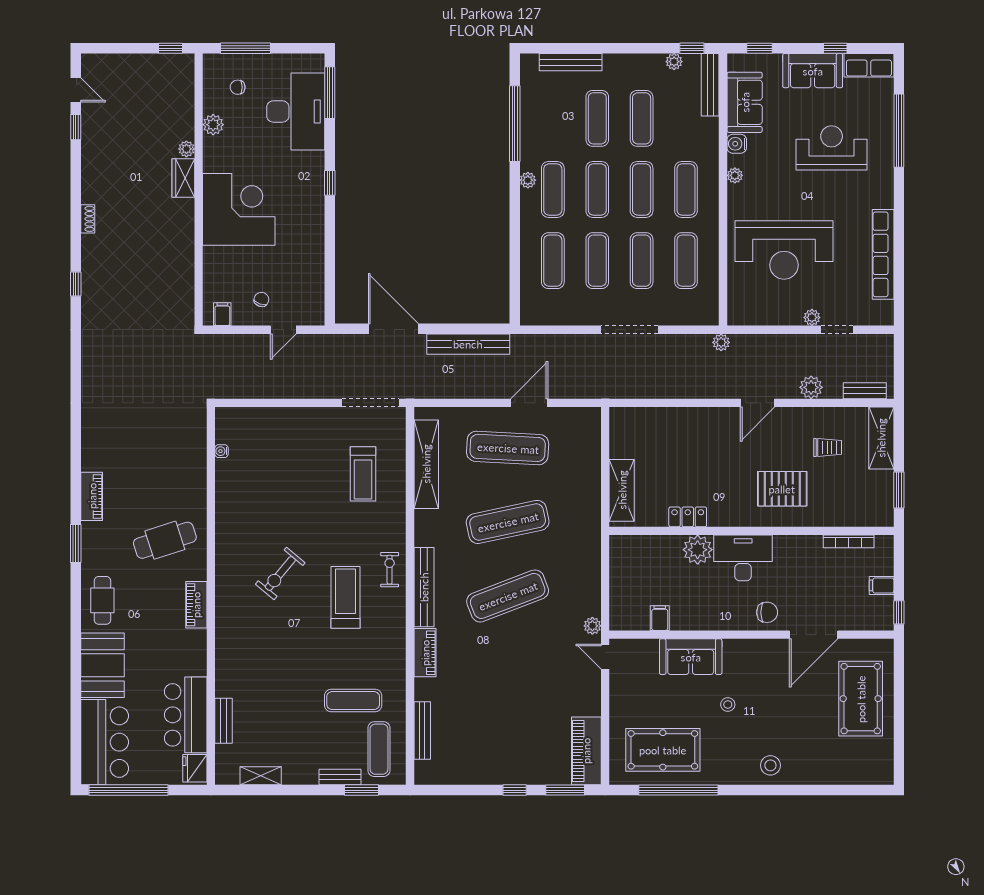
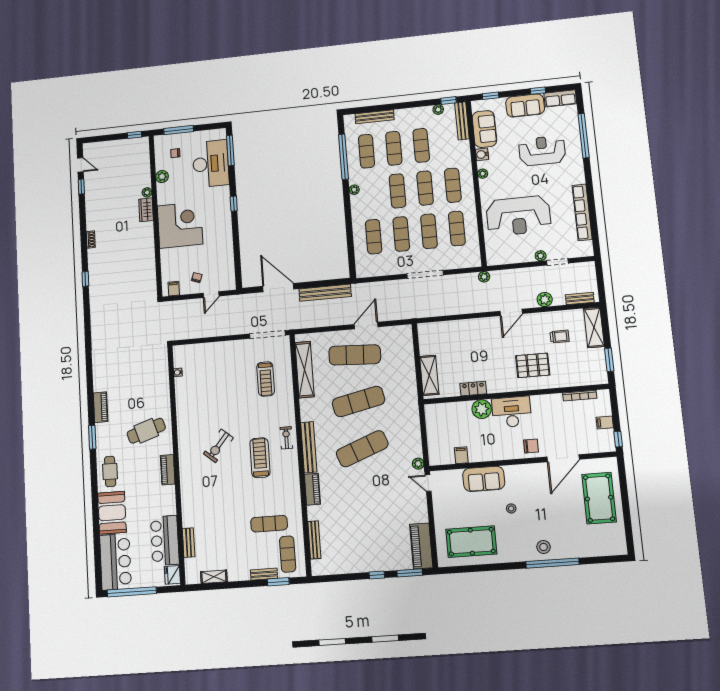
exercise mat: (553, 189) -> (366, 151), moved
window: (678, 790) -> (552, 563), moved

